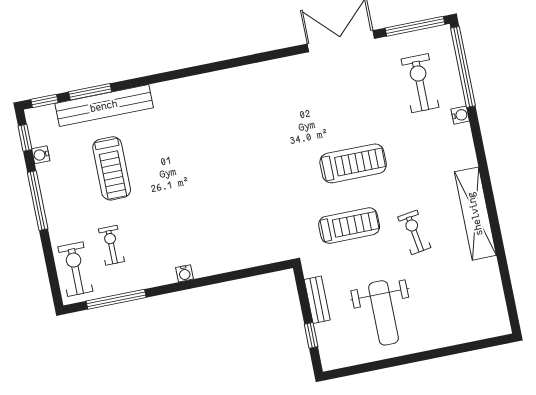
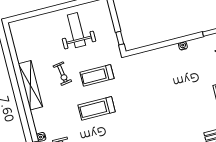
bench: (317, 300) -> (112, 35), removed
window: (311, 335) -> (120, 38), moved

